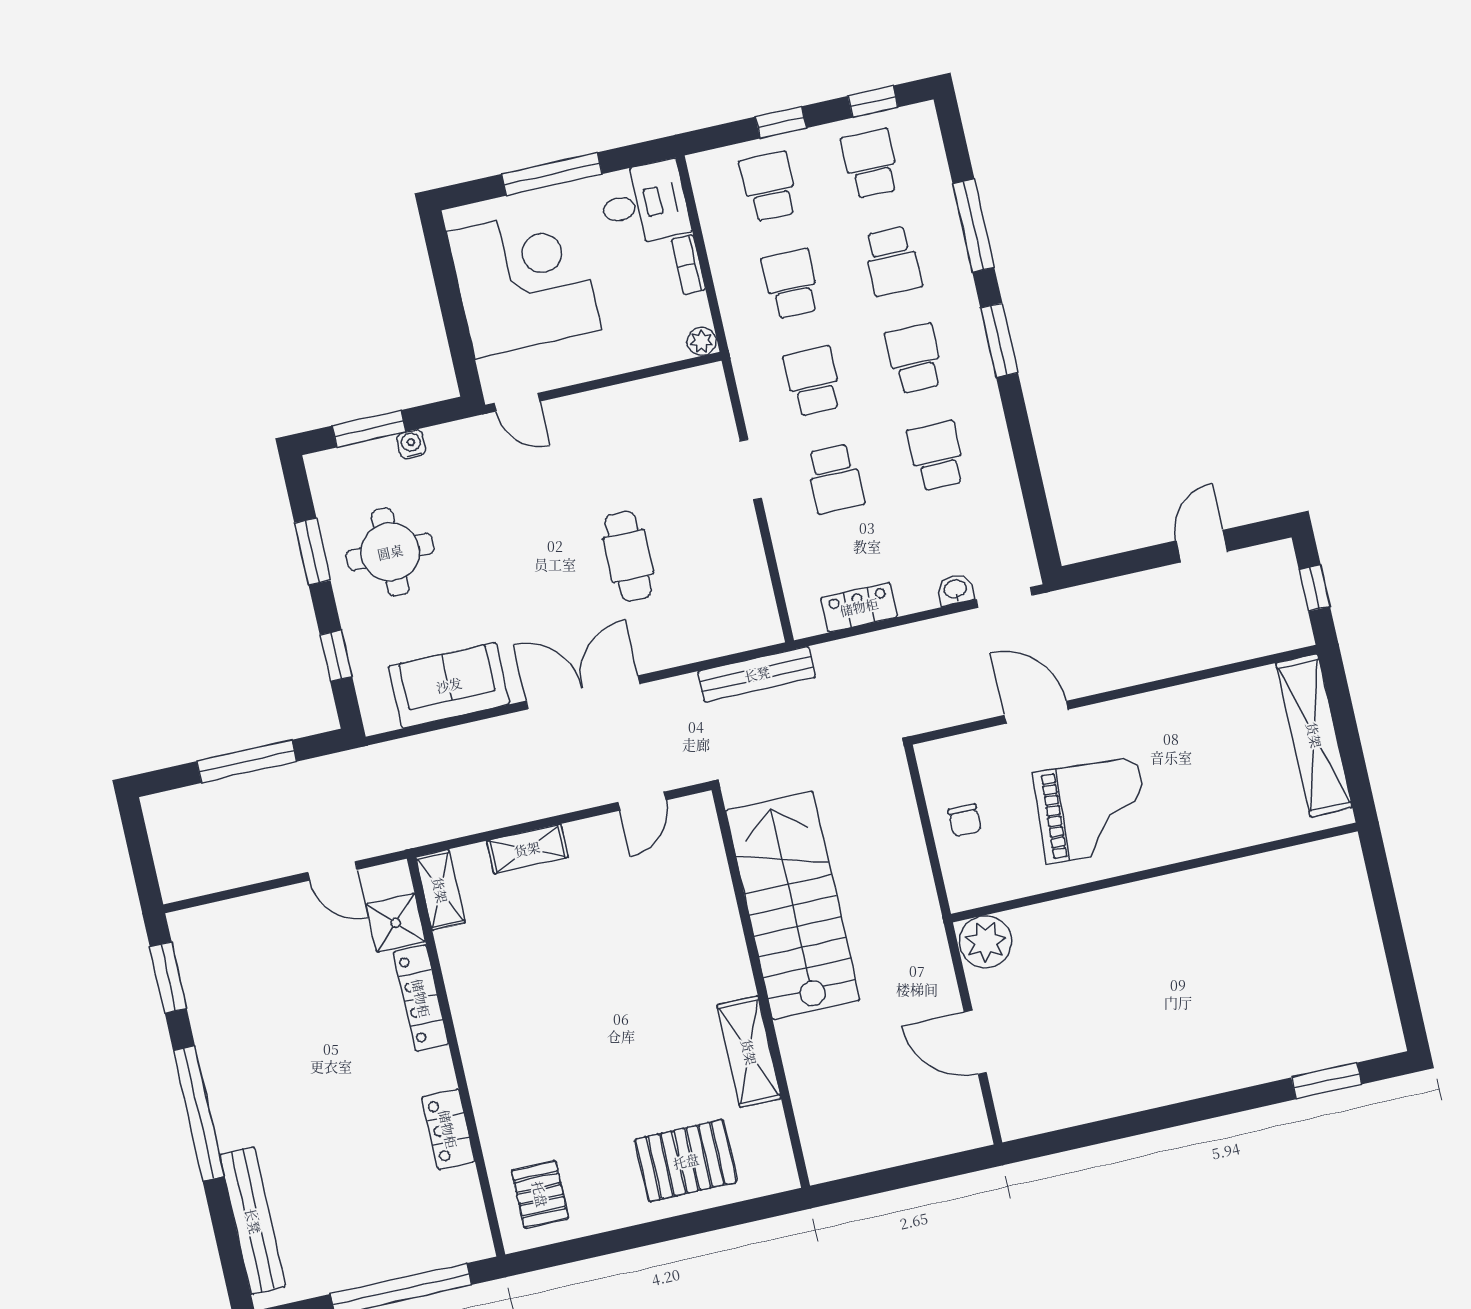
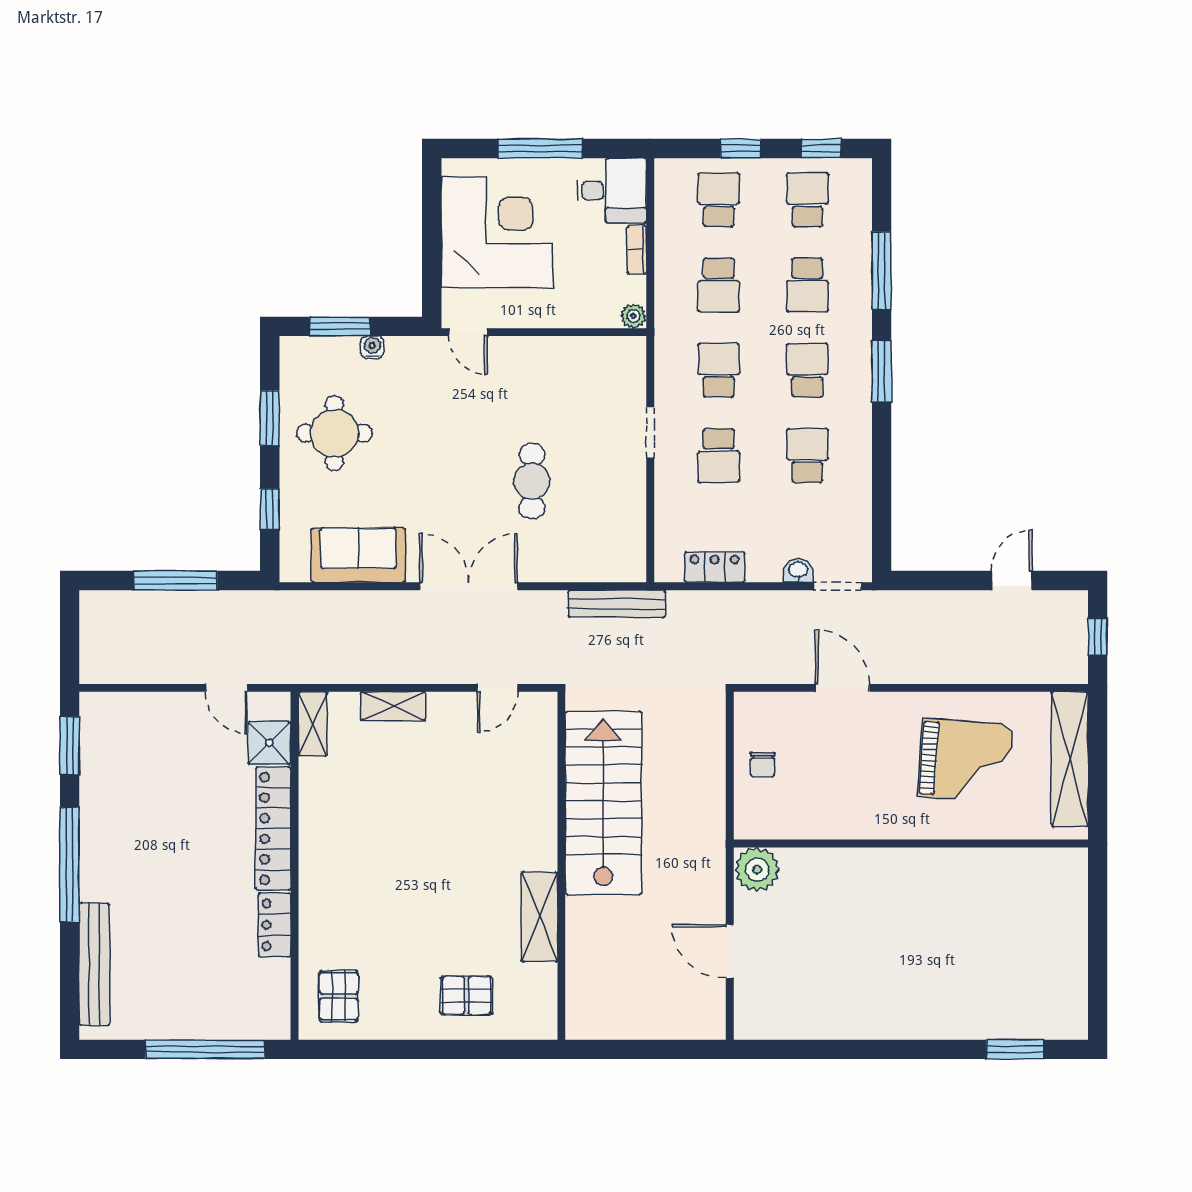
school desk: (791, 284) -> (719, 285), turned 180
grand piano: (1092, 810) -> (966, 760), moved
locker: (421, 998) -> (273, 829), width x1.41, depth x1.21
pallet: (686, 1161) -> (466, 996), width x0.67, depth x0.71

